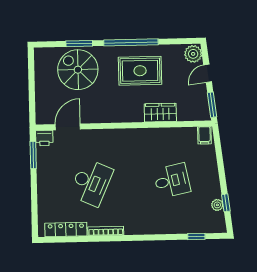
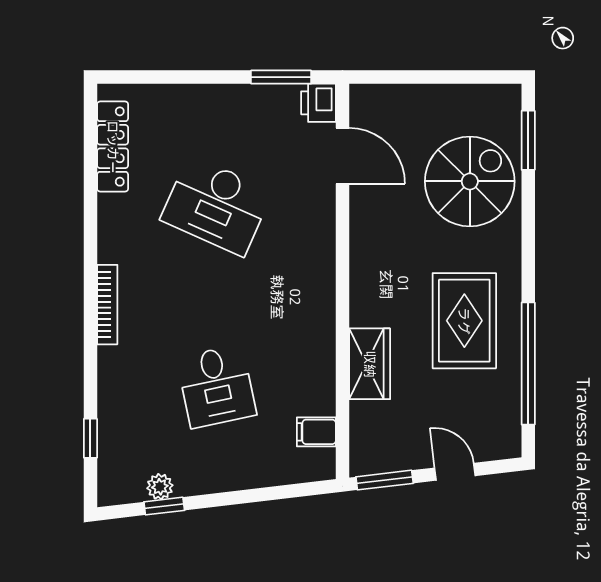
window: (131, 42) -> (528, 364), moved
window: (79, 44) -> (528, 140), moved
plant: (193, 54) -> (499, 440), removed
filing cabinet: (204, 135) -> (316, 432), moved
bookcase: (106, 231) -> (107, 305), moved

